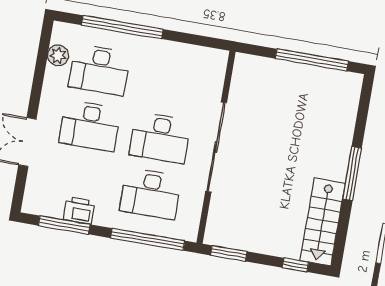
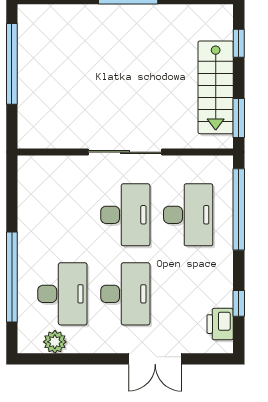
sliding door: (216, 147) -> (125, 152), width x0.73
printer: (79, 210) -> (220, 324), moved
stairs: (323, 222) -> (216, 87), moved, turned 90
window: (64, 225) -> (239, 303), width x0.46

